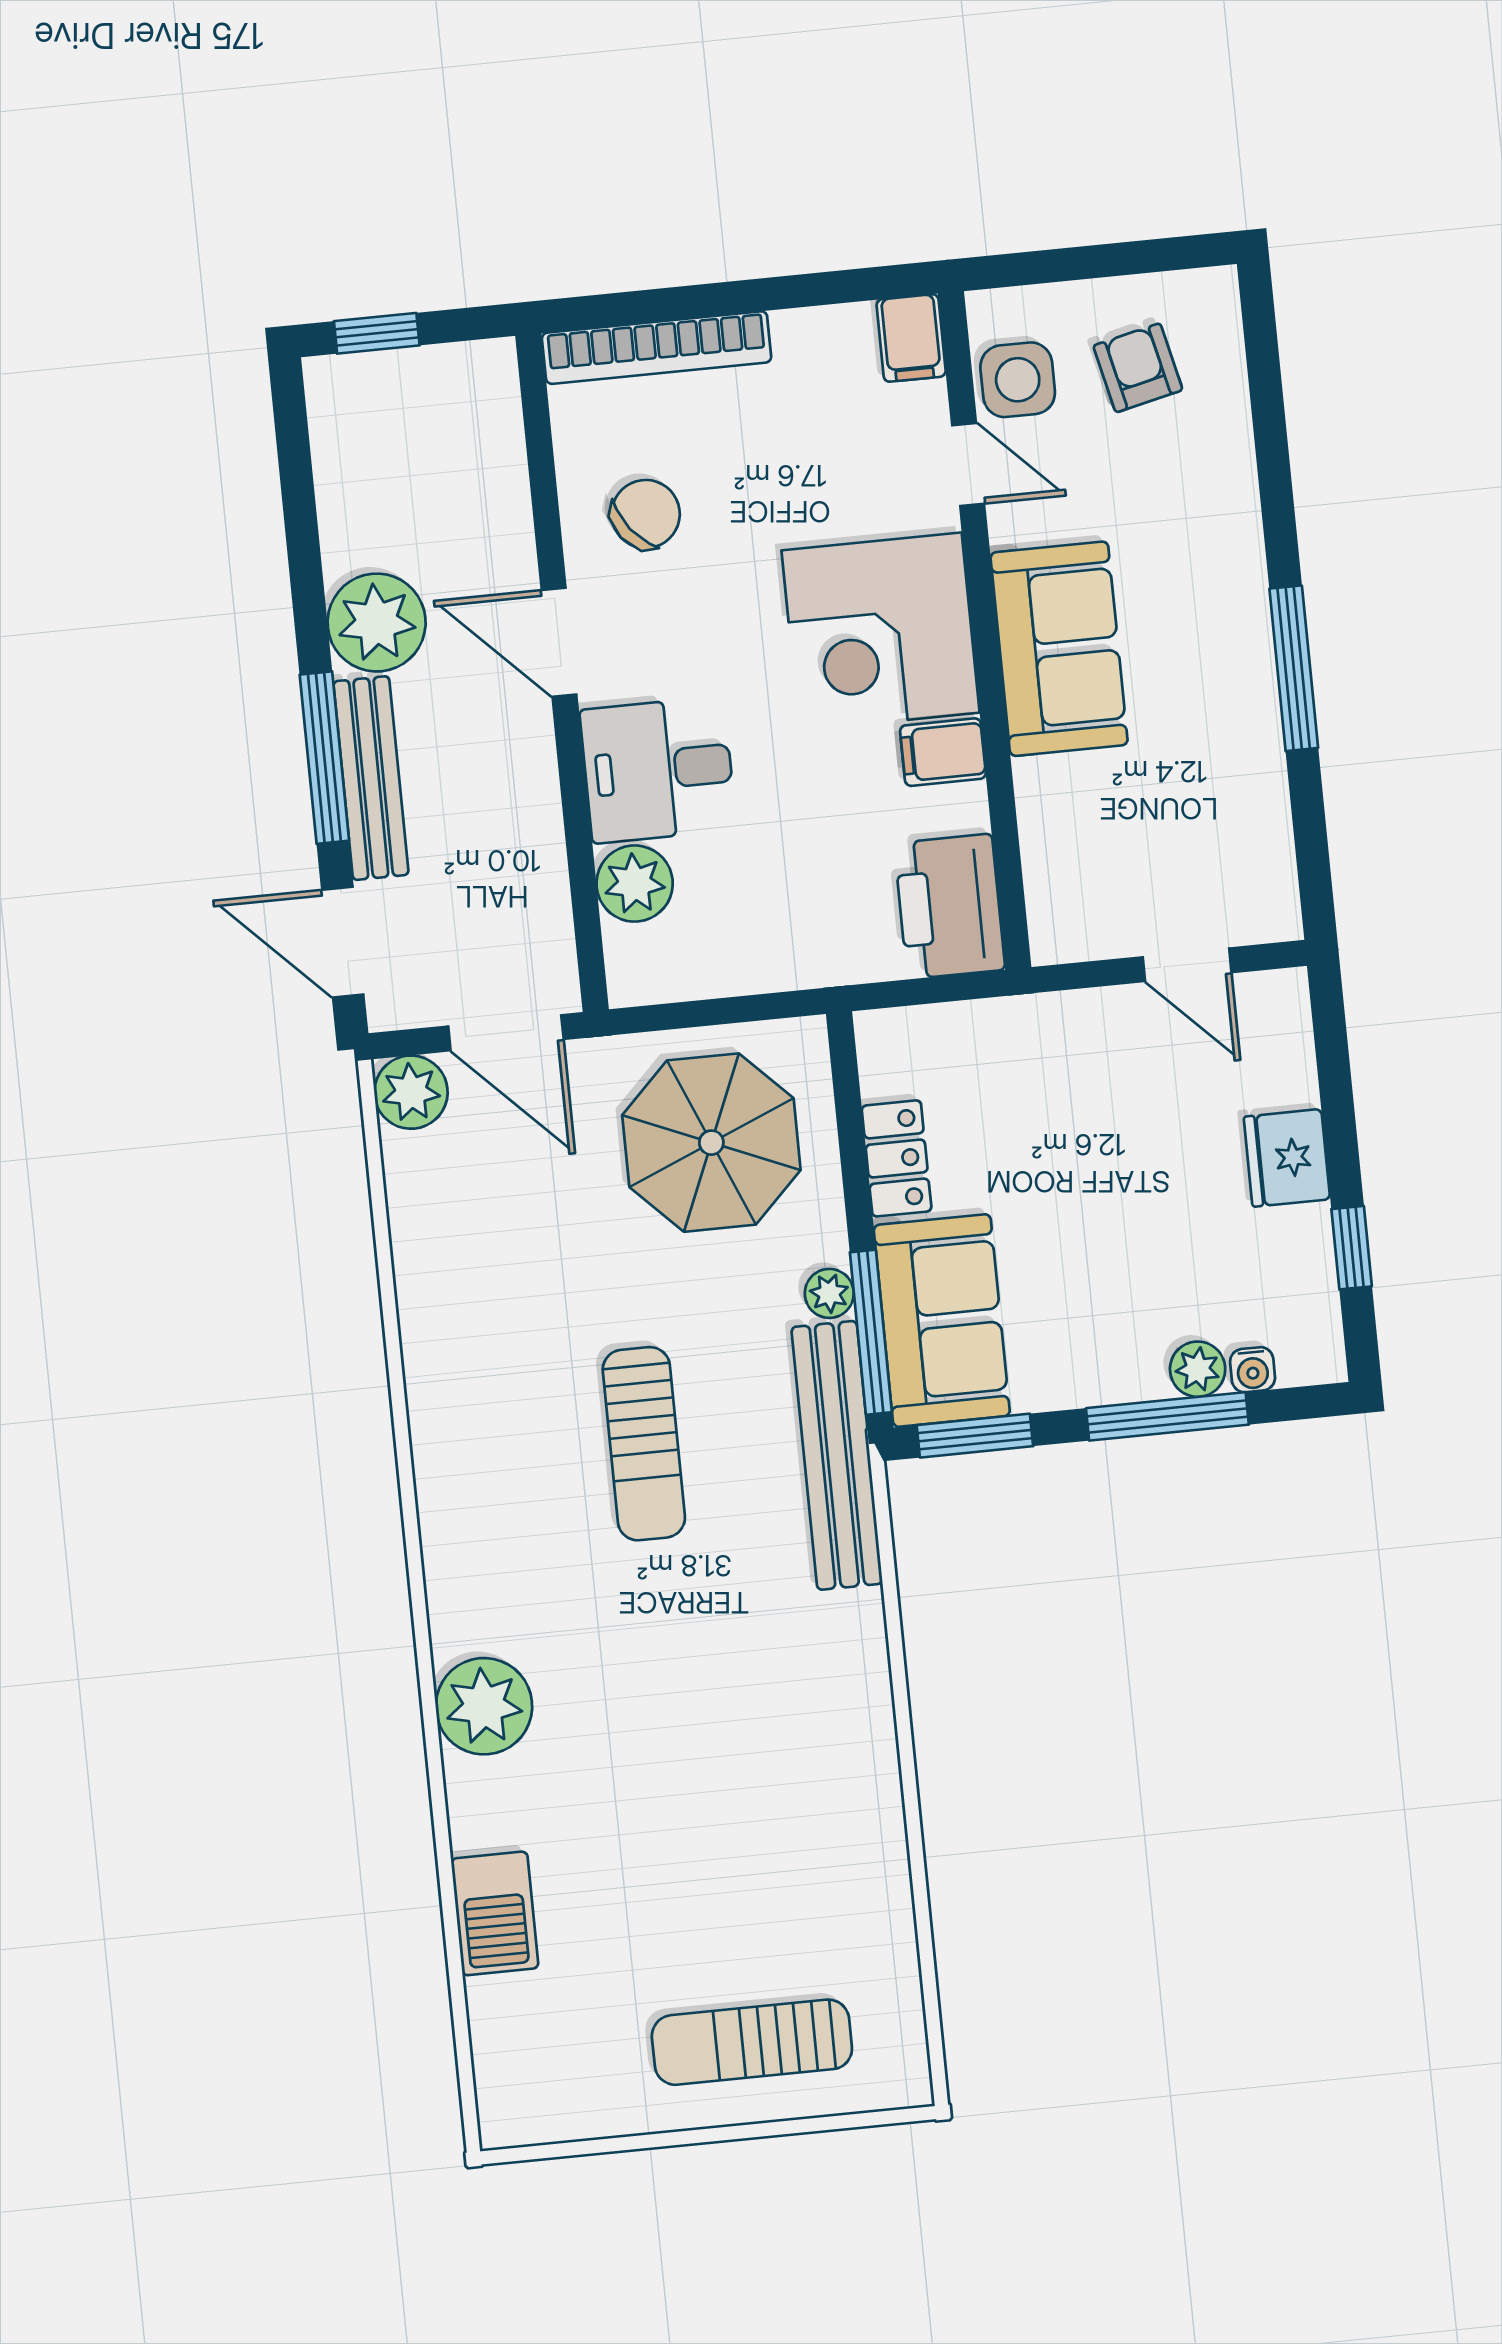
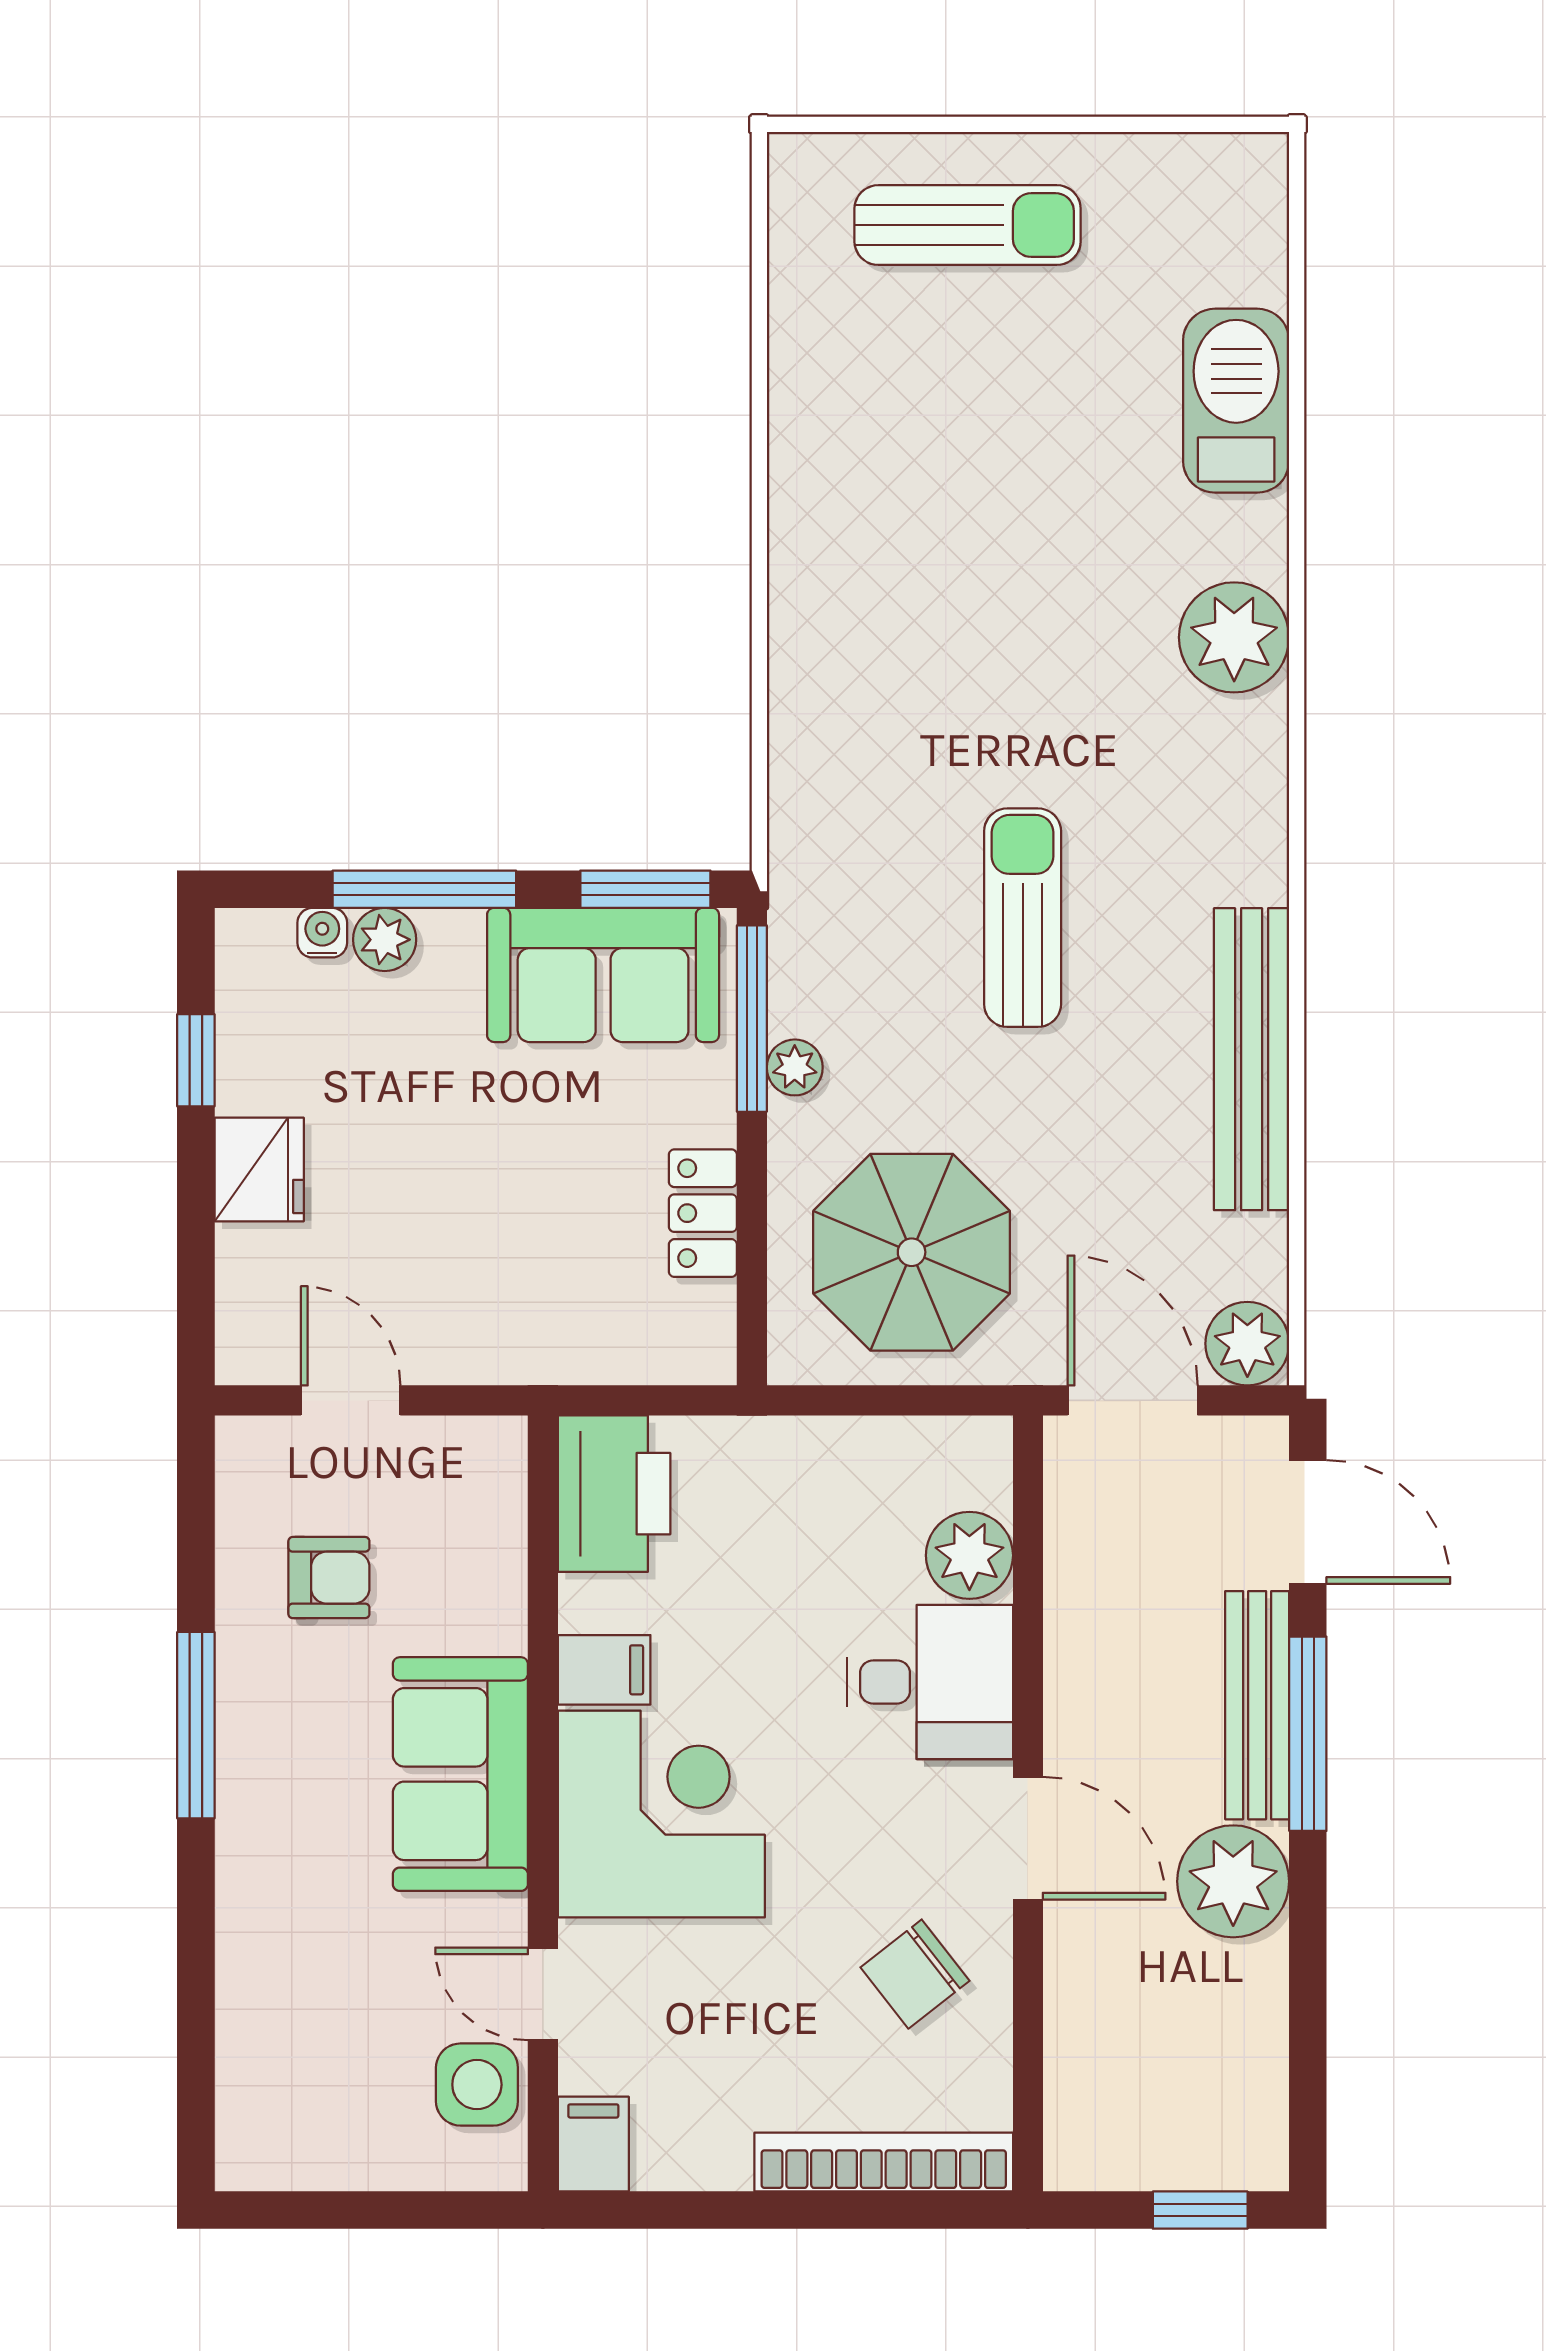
armchair: (1138, 368) -> (329, 1578), moved, turned -77
sofa: (942, 1320) -> (603, 975), moved, turned -90
bench: (837, 1455) -> (1252, 1059), moved
barbecue: (495, 1913) -> (1236, 401), width x1.37, depth x1.21

